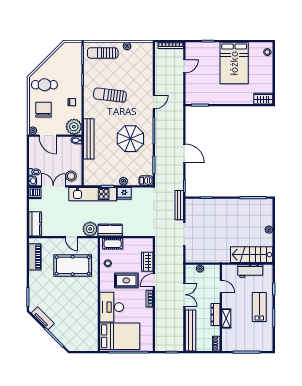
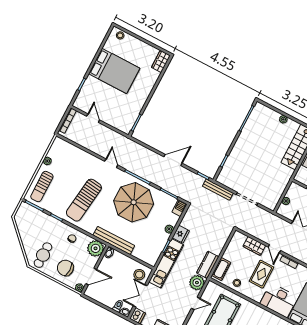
sun lounger: (110, 95) -> (84, 200), width x1.36, depth x1.34
parasol: (130, 139) -> (134, 202), width x1.36, depth x1.36

